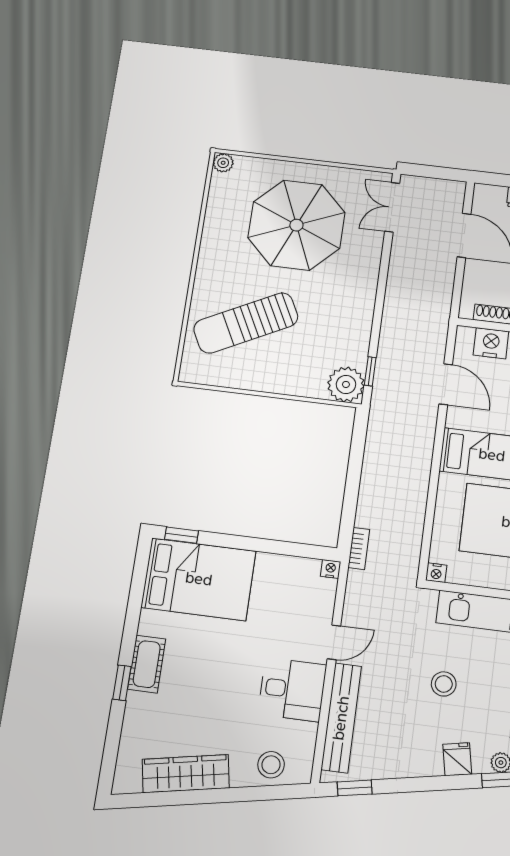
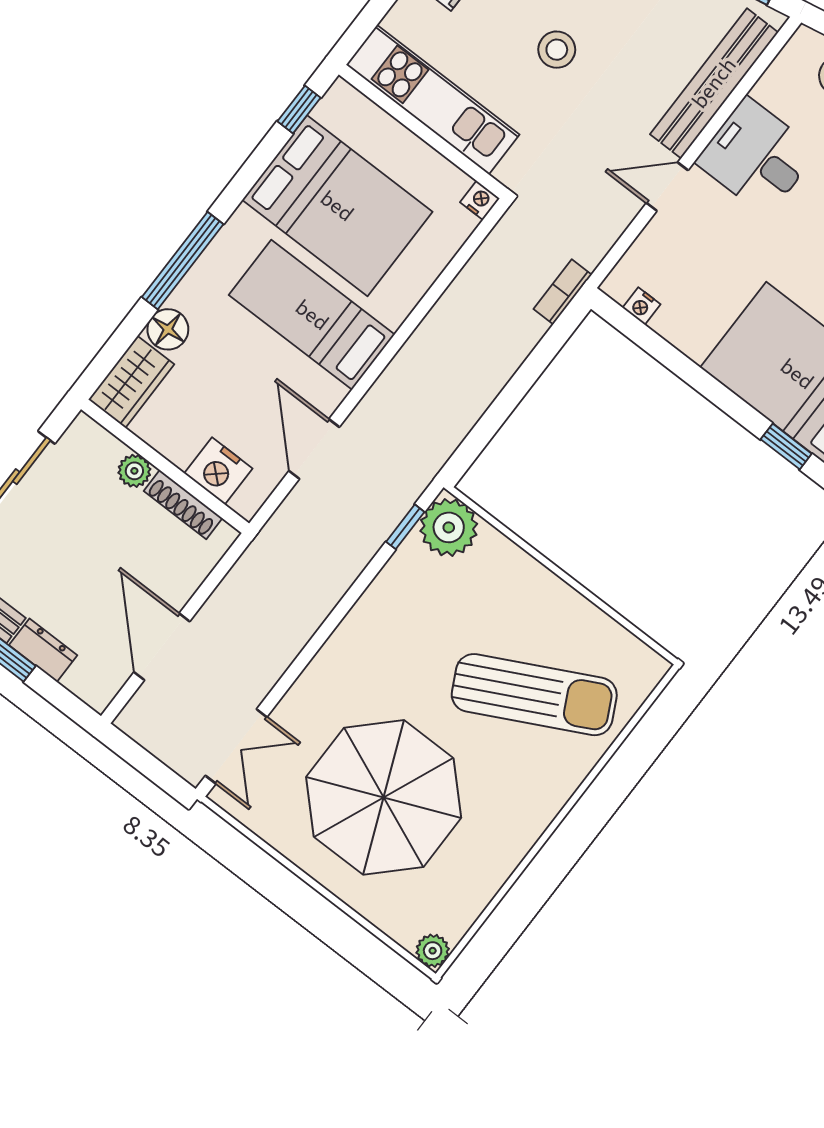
nightstand: (331, 569) -> (641, 306), moved

